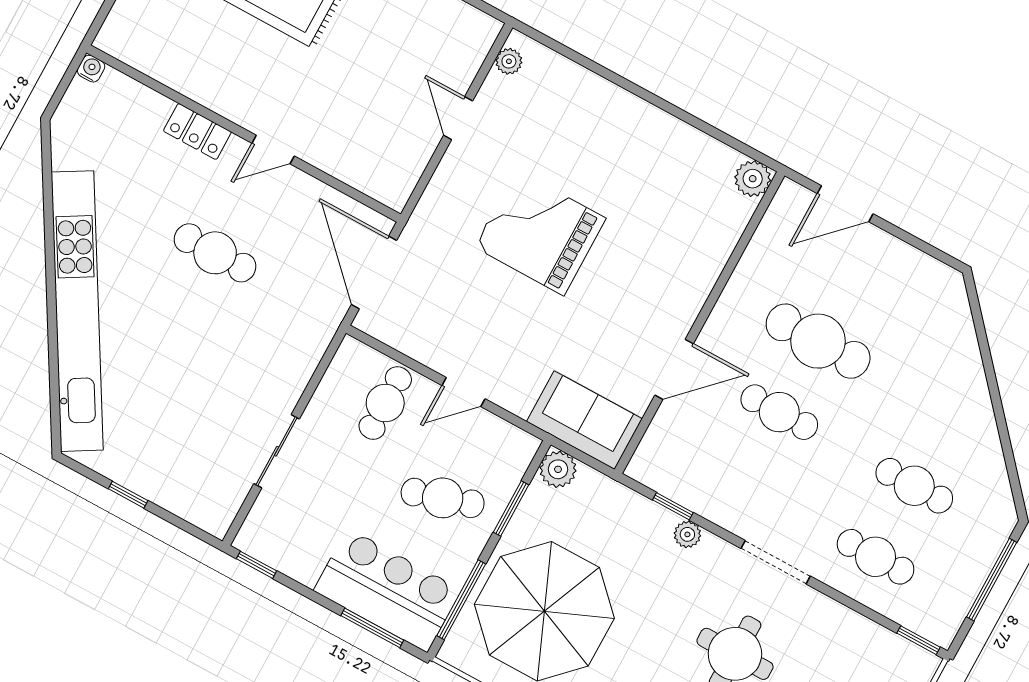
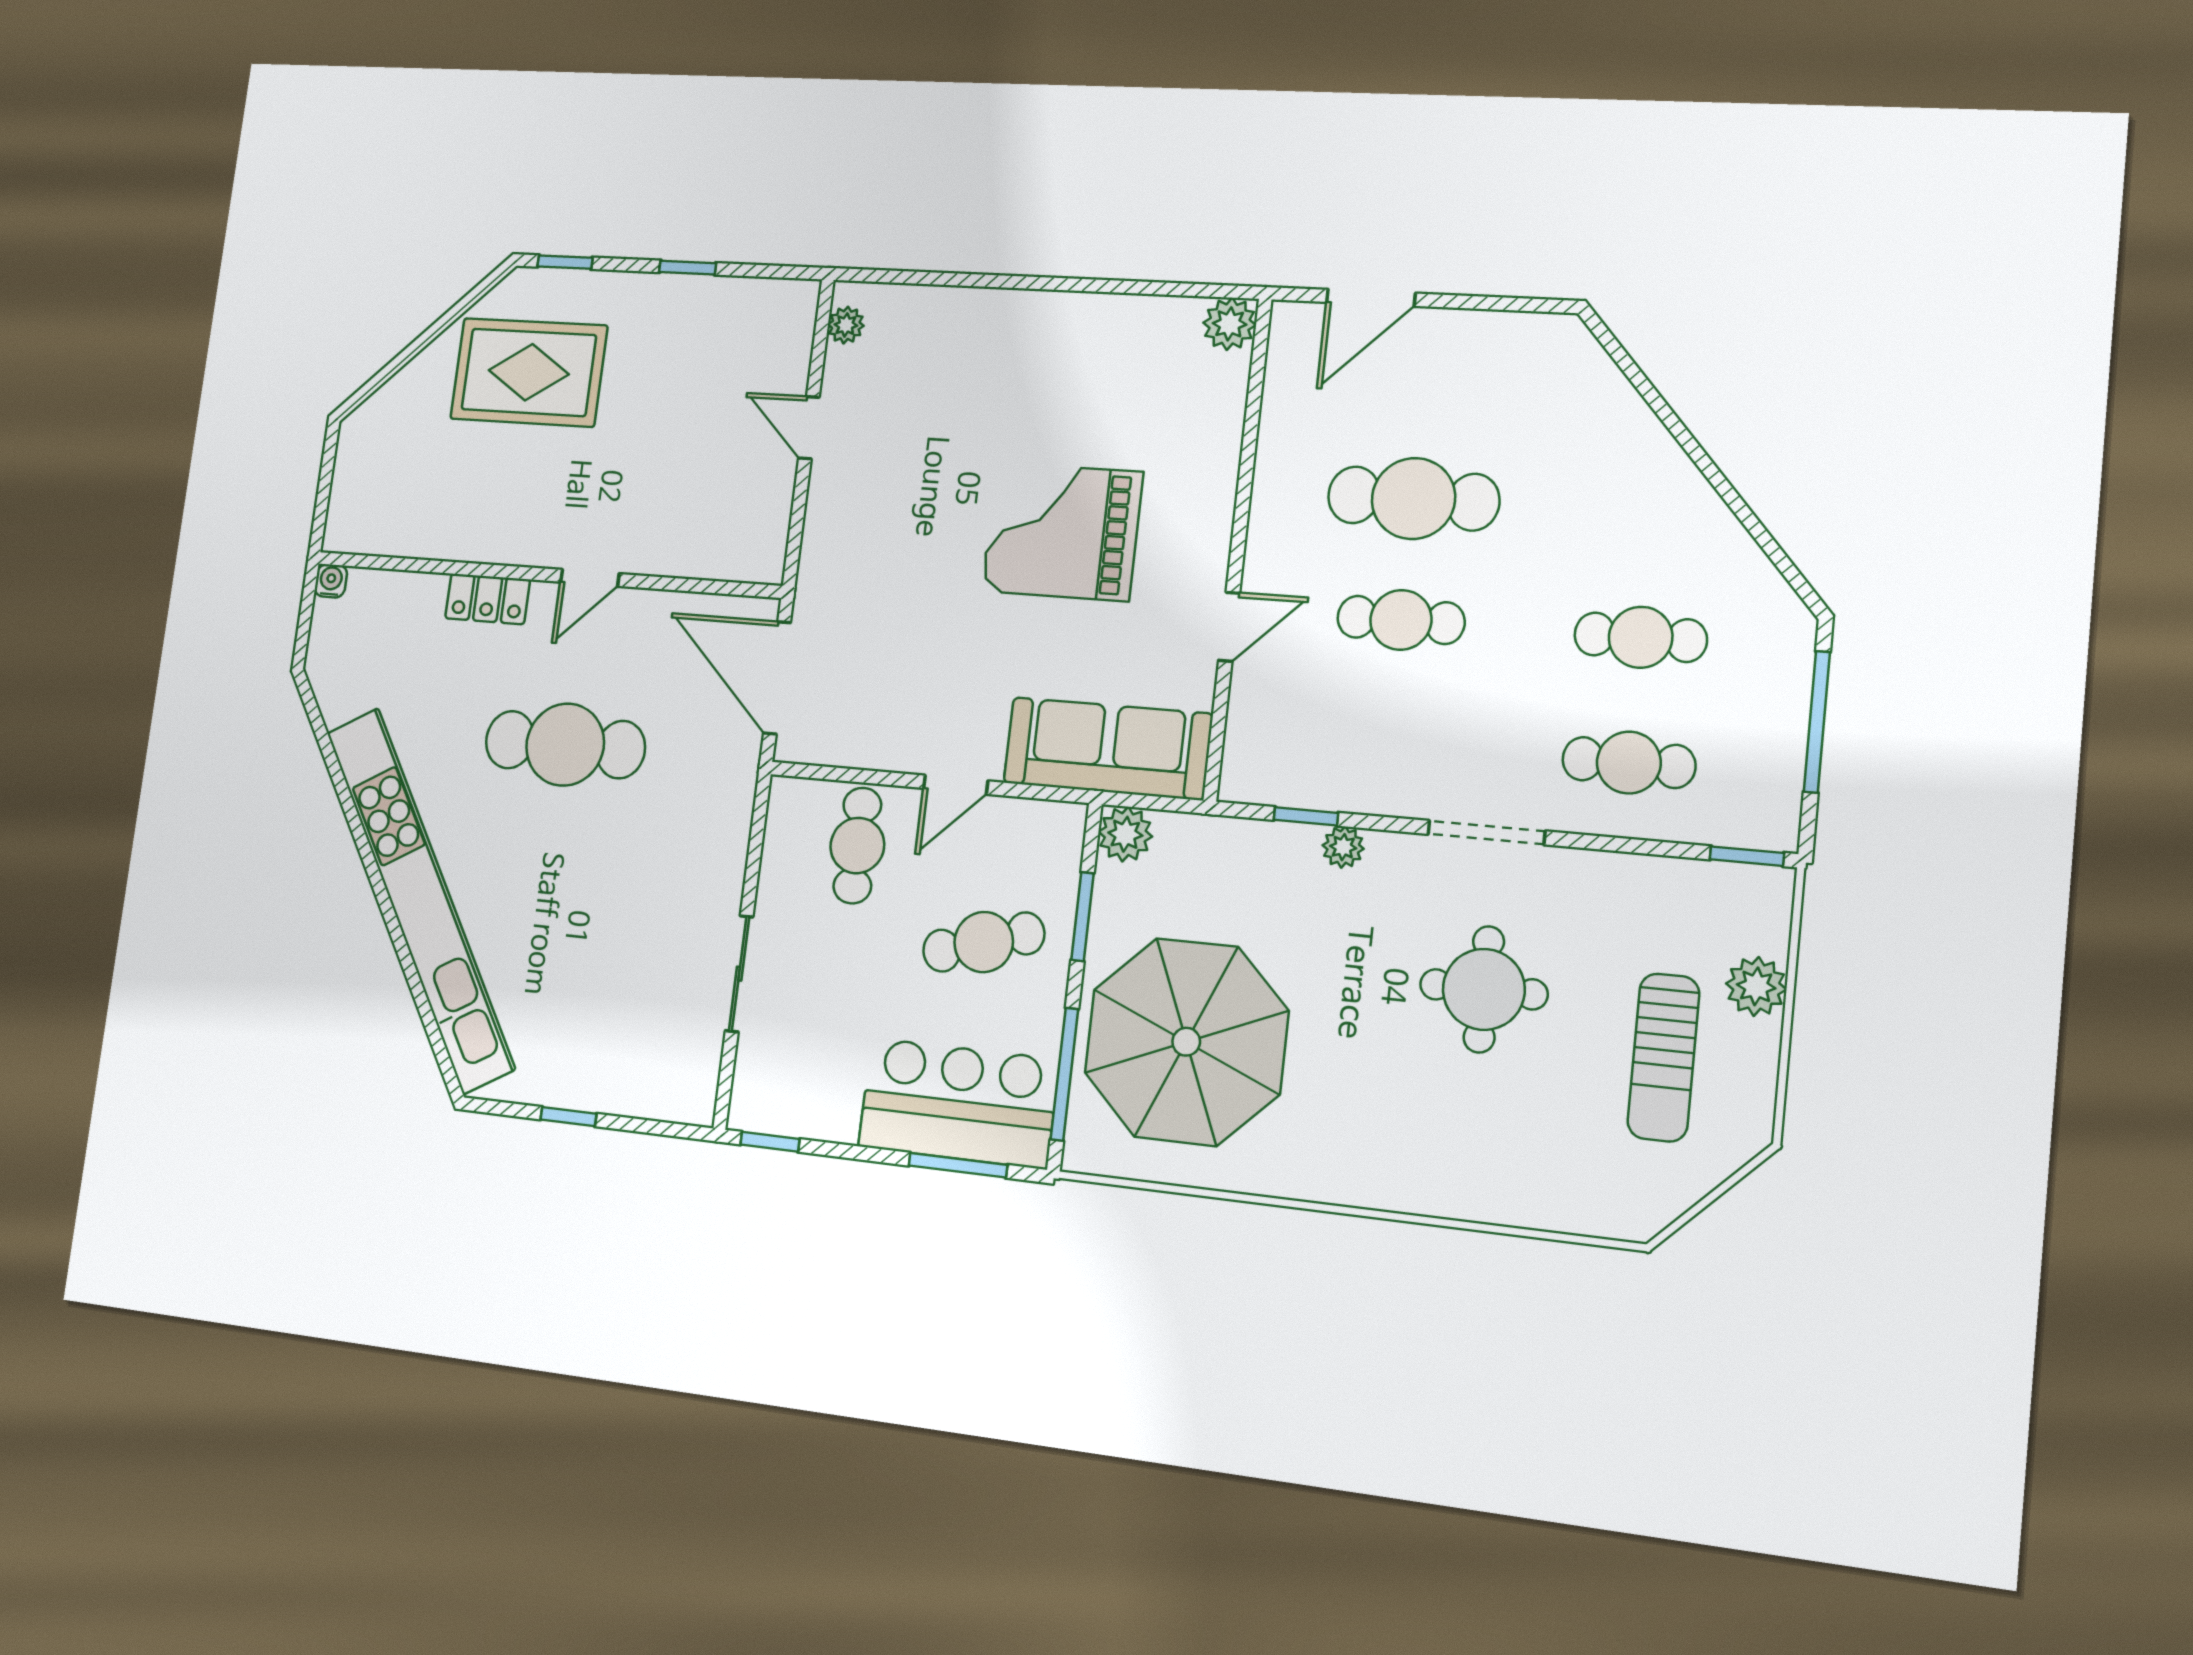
grand piano: (540, 233) -> (1062, 532), moved
cafe table: (215, 253) -> (565, 745), width x1.37, depth x1.35
door: (674, 369) -> (1229, 627), width x0.73
sofa: (584, 420) -> (1108, 748), width x1.36

